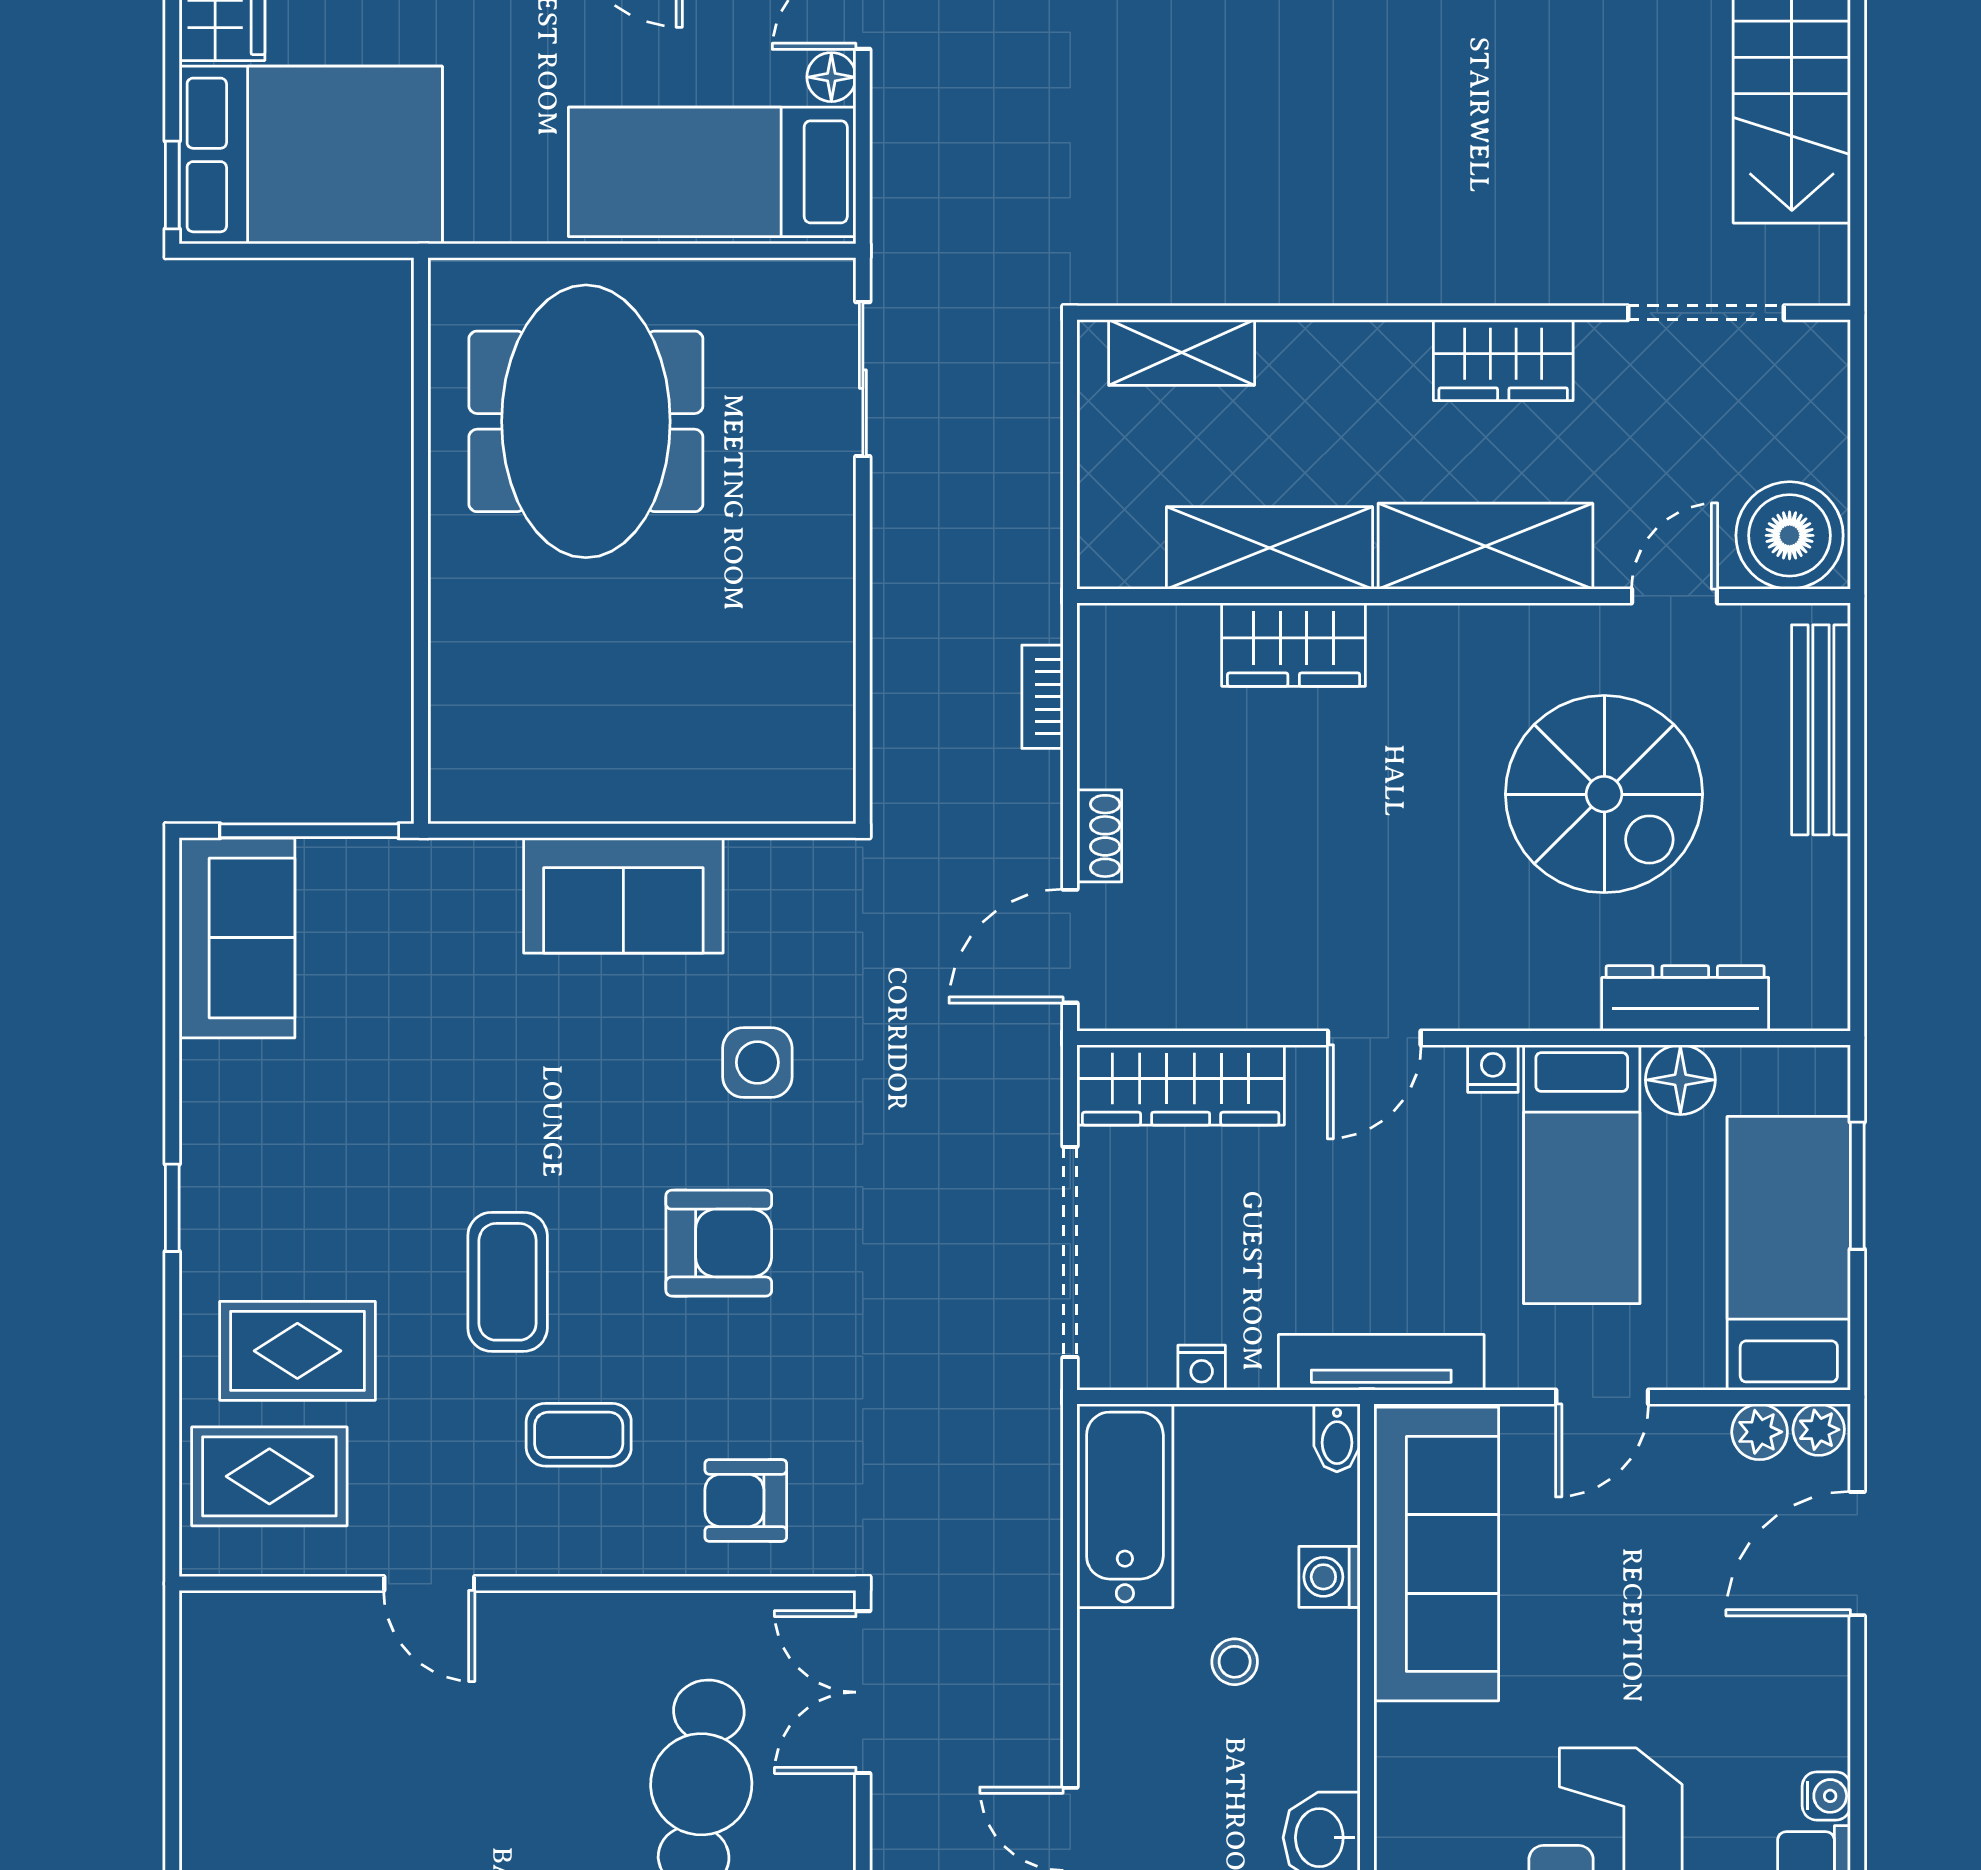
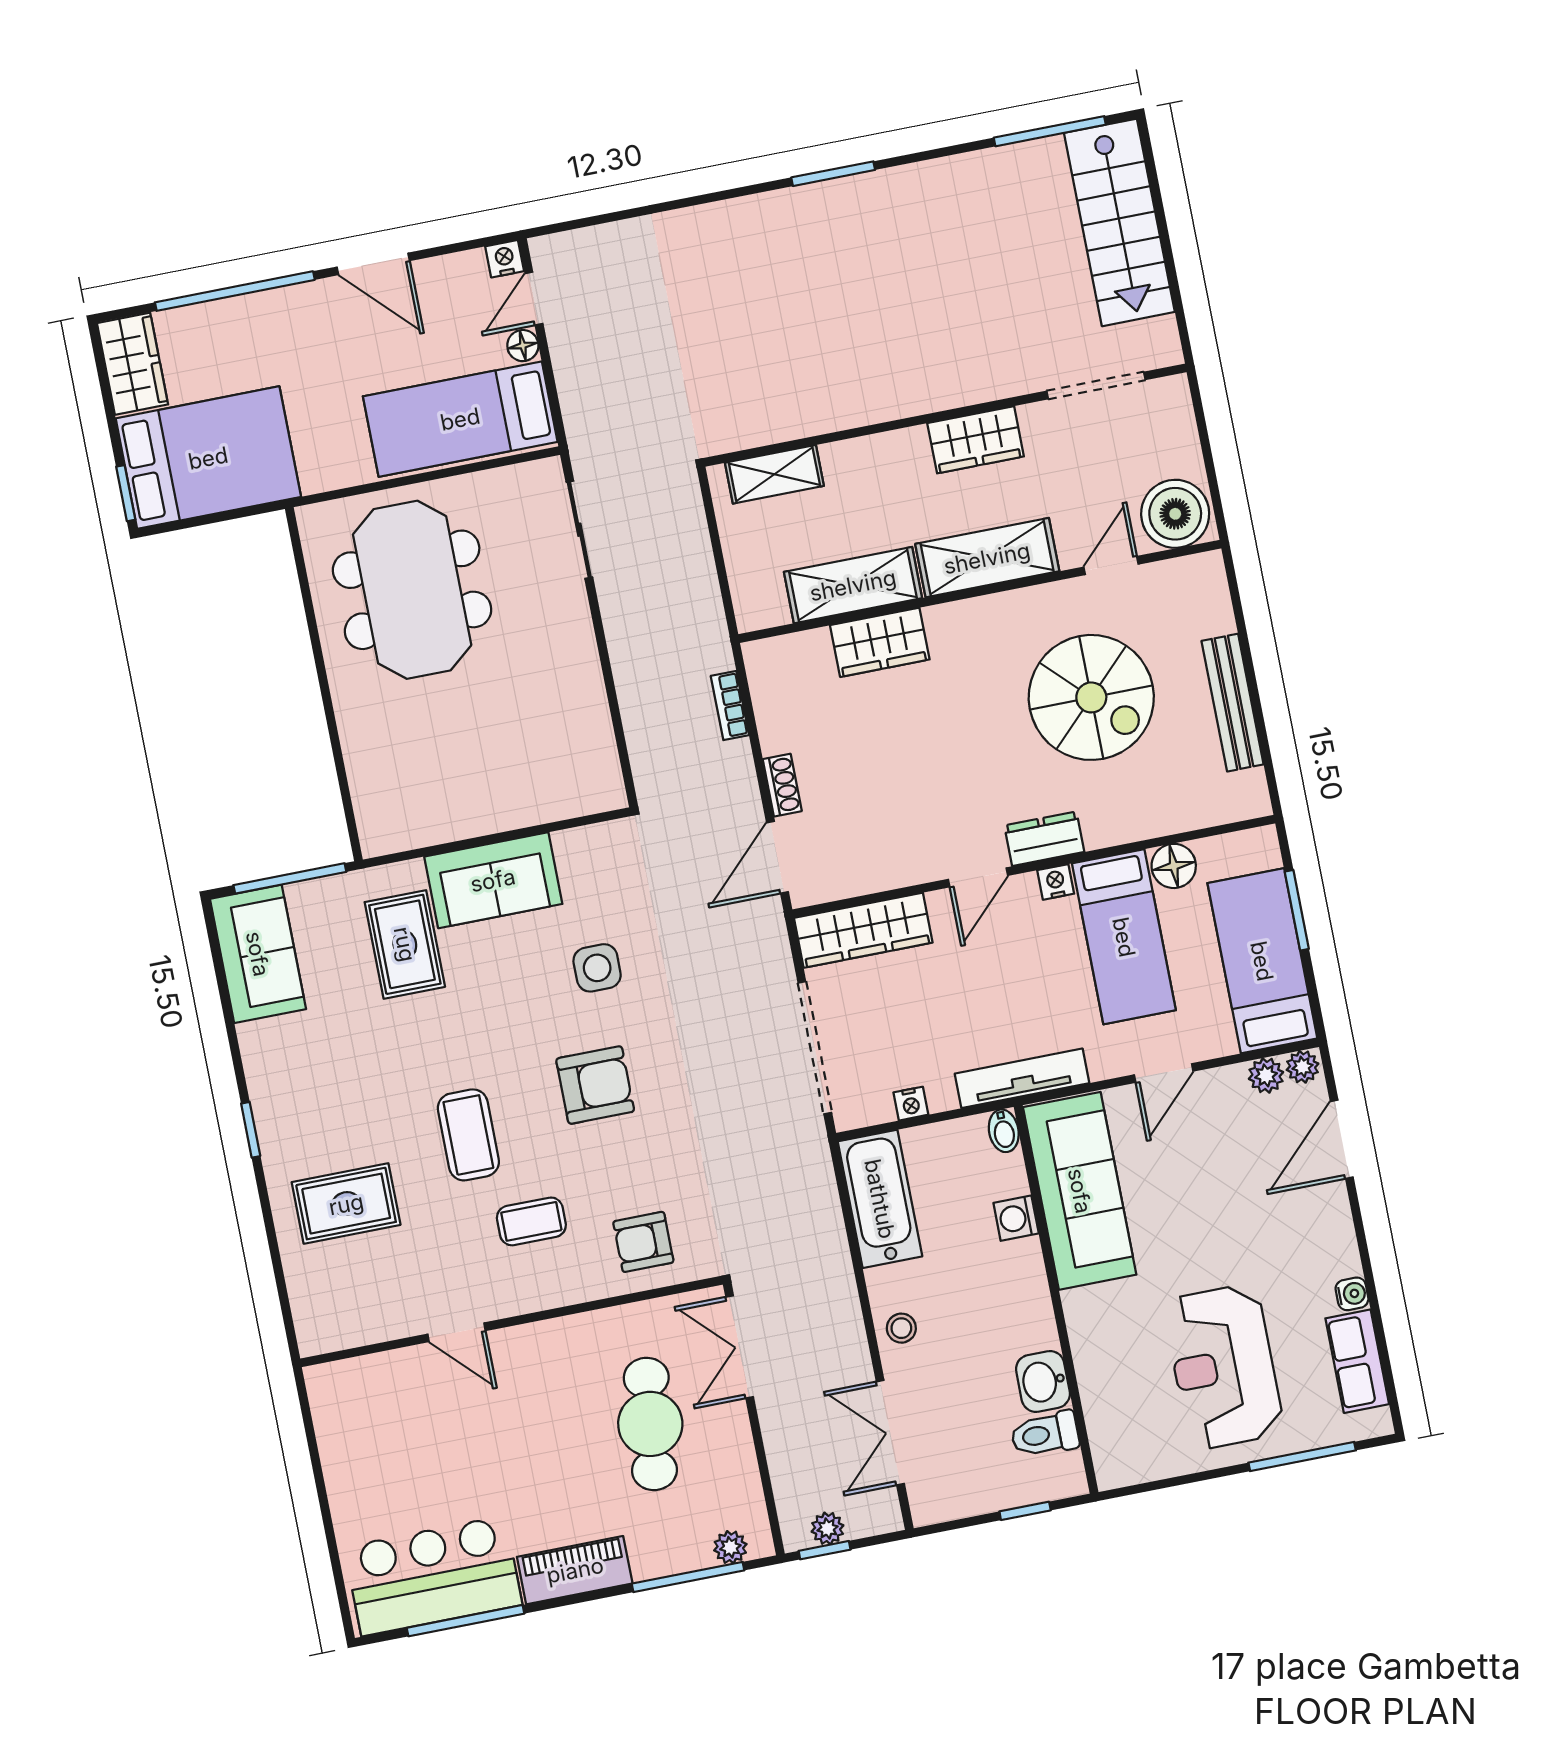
bench: (1821, 730) -> (1233, 703), moved
dresser: (1685, 998) -> (1044, 839), moved, width x0.70
rug: (269, 1476) -> (405, 944), moved, turned 90
stool: (1235, 1662) -> (901, 1328), moved

